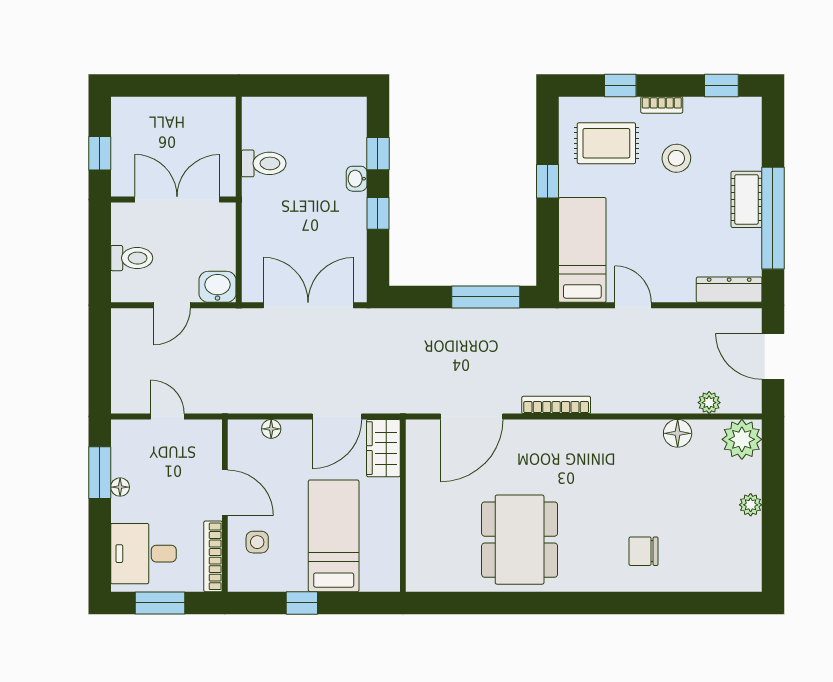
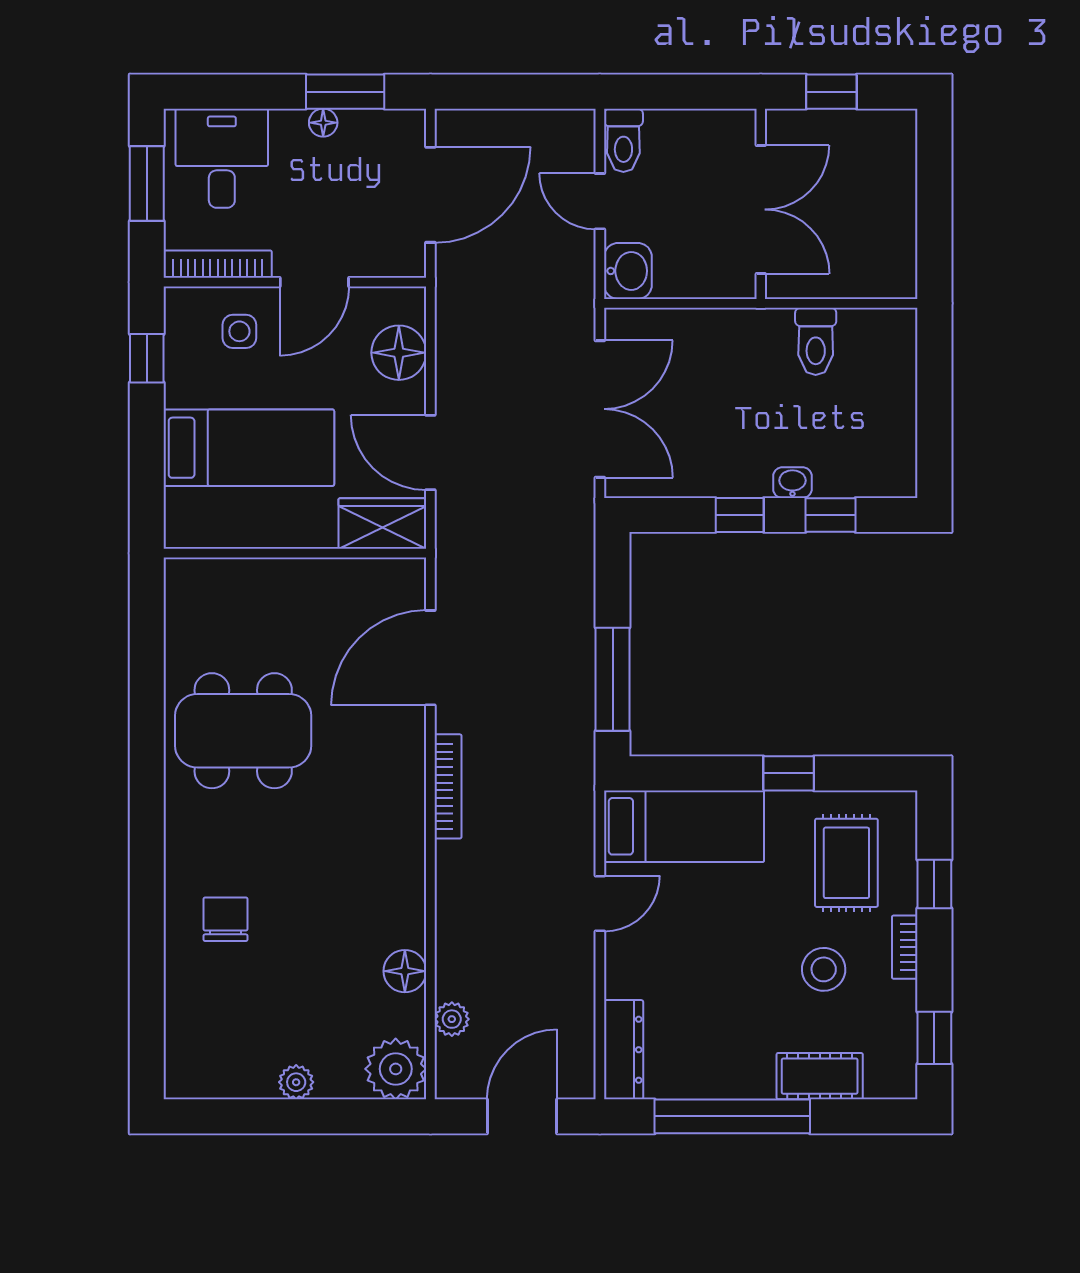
cot: (747, 199) -> (820, 1076), moved
toilet: (132, 258) -> (623, 140), moved
door: (167, 417) -> (430, 195), width x1.88
door: (472, 417) -> (430, 658), hinge flipped
floor lamp: (271, 429) -> (399, 353), width x1.89, depth x1.89
window: (302, 603) -> (147, 358), moved

